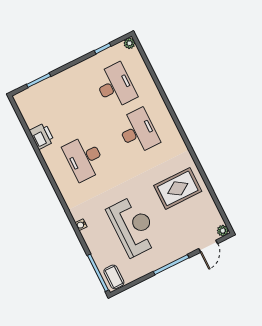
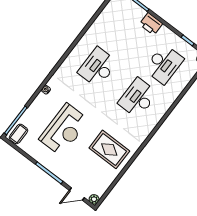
desk: (138, 131) -> (138, 98), turned 180
printer: (42, 136) -> (151, 24), moved, turned 90

